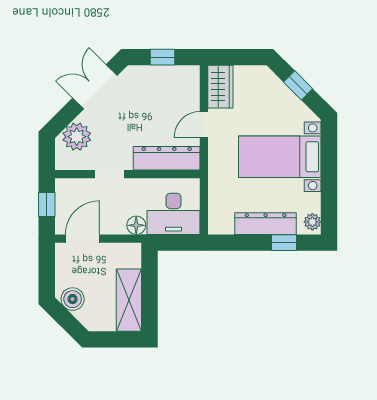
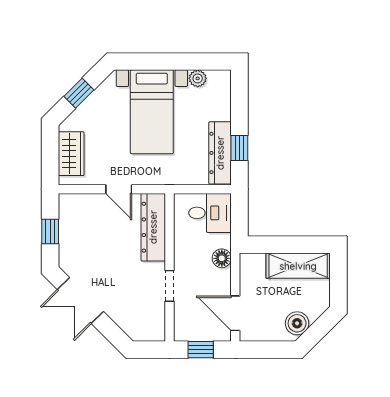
wardrobe: (220, 87) -> (71, 154), moved, turned 90
plant: (77, 137) -> (131, 319), removed
desk: (174, 214) -> (210, 213), width x0.73
plant: (312, 222) -> (198, 78), moved
dresser: (266, 224) -> (220, 153), moved
window: (284, 243) -> (239, 148), moved

